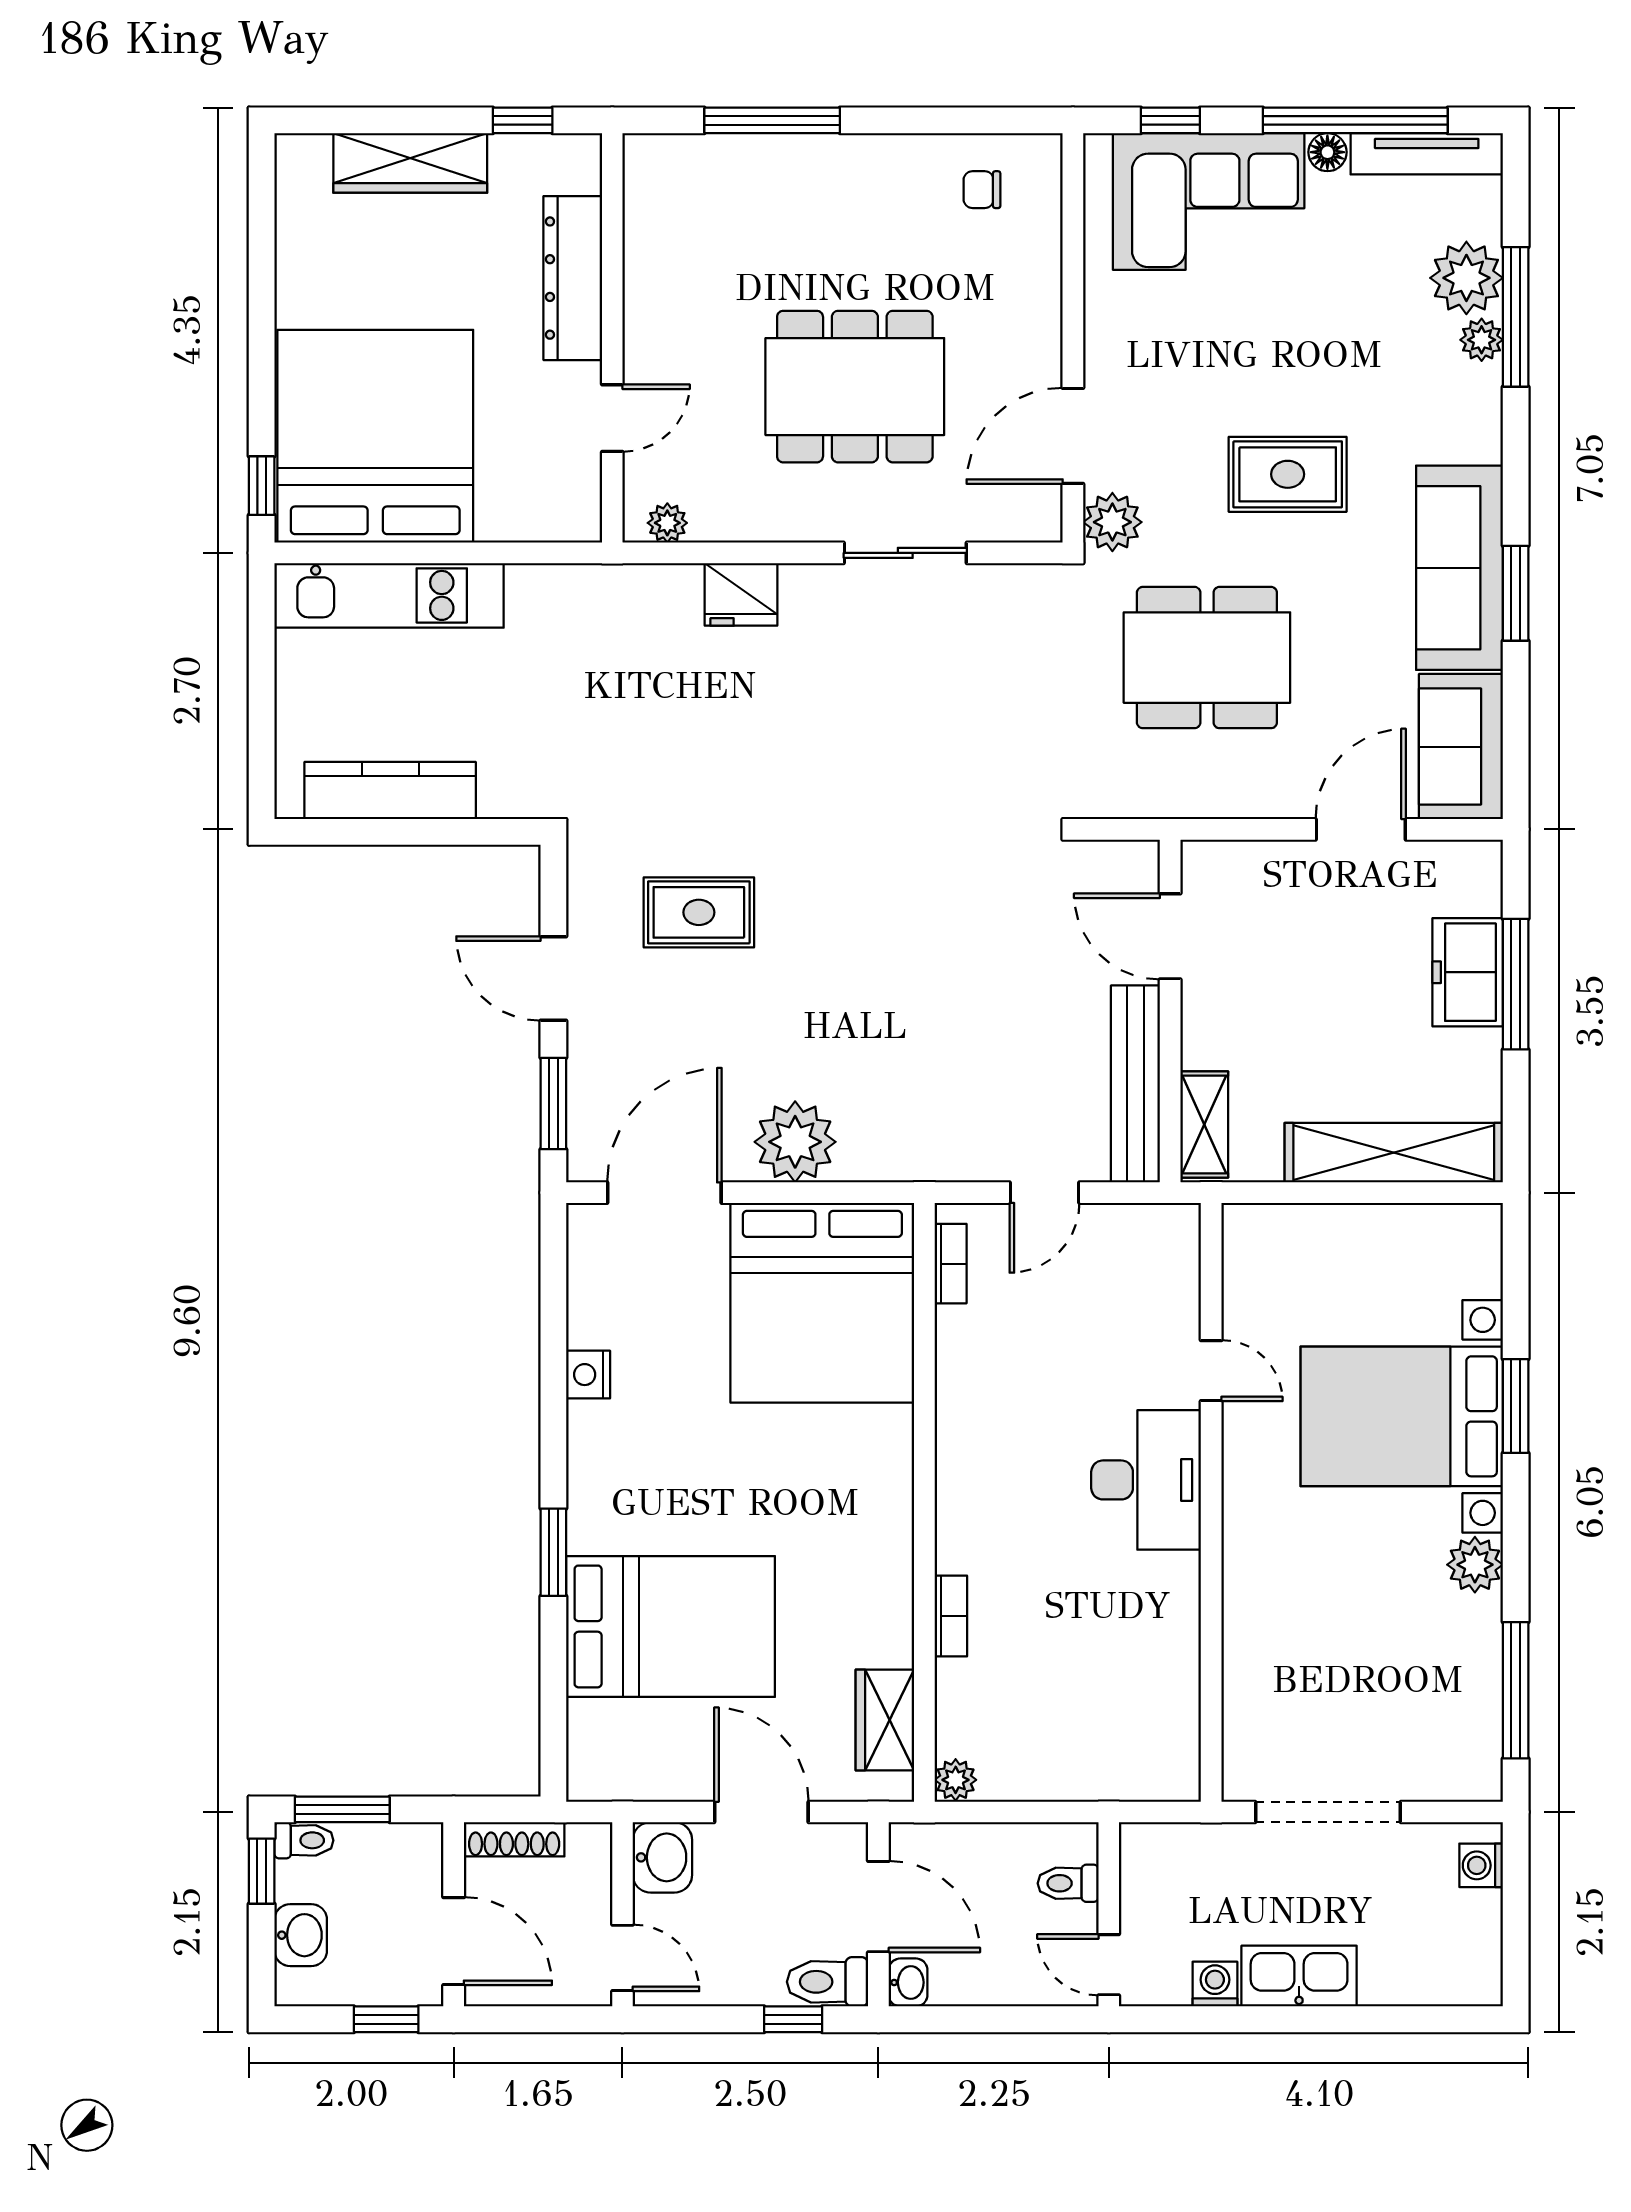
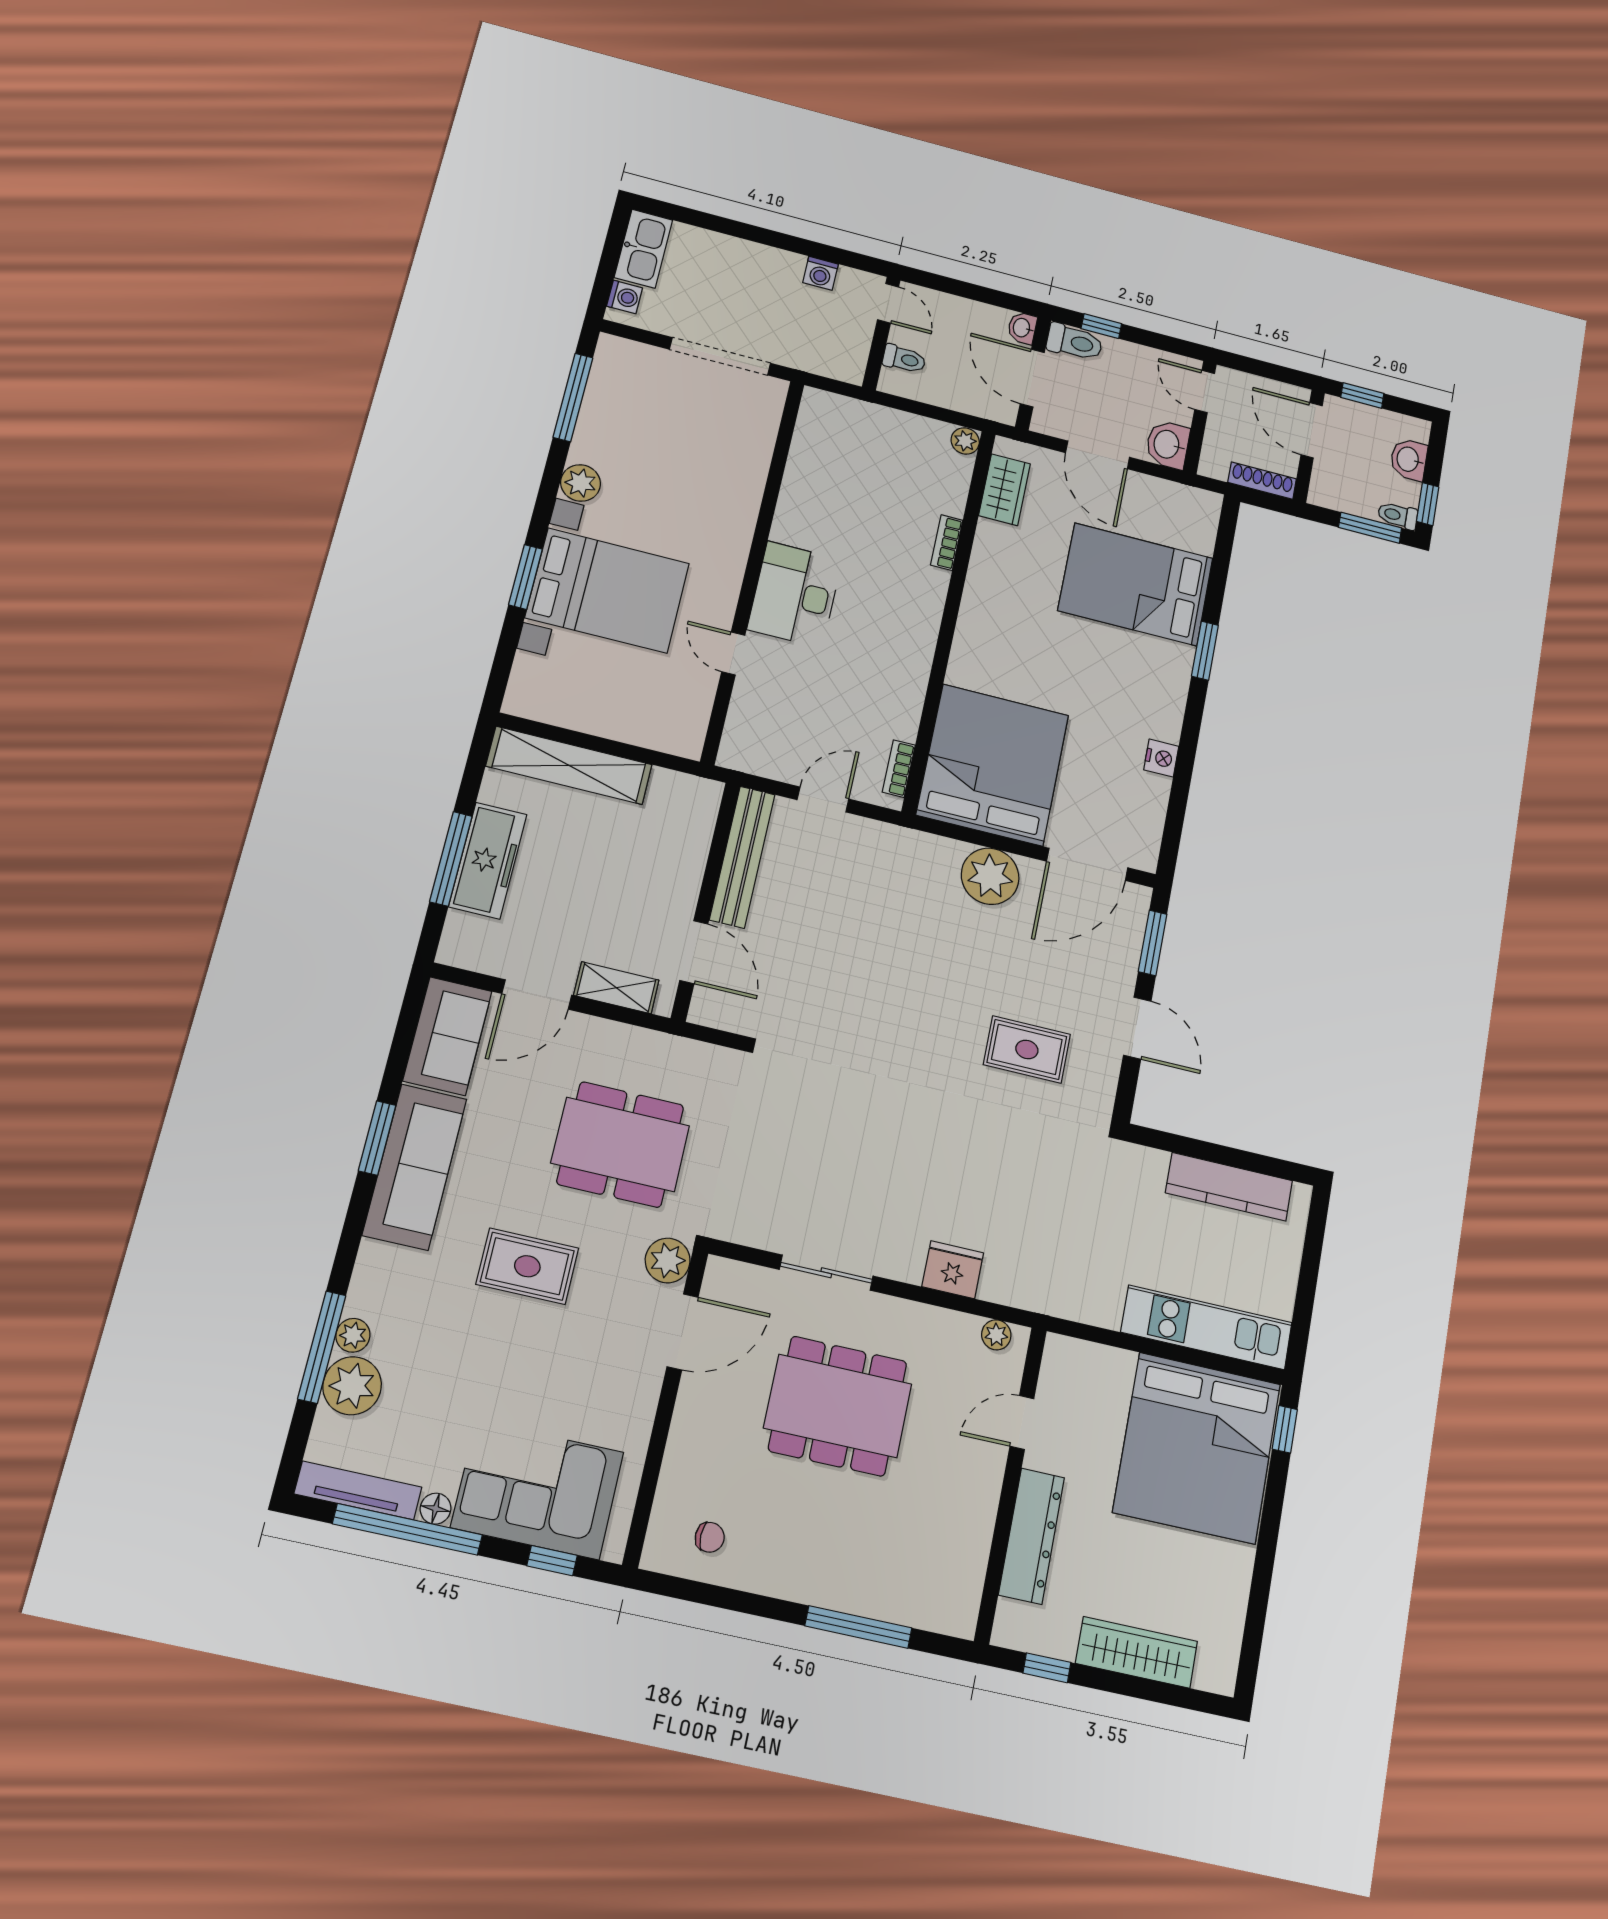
freezer: (1468, 972) -> (488, 861), width x1.40
shelving: (1204, 1125) -> (616, 988), moved, turned 90
kitchen sink: (1299, 1976) -> (643, 249), moved, turned -90

